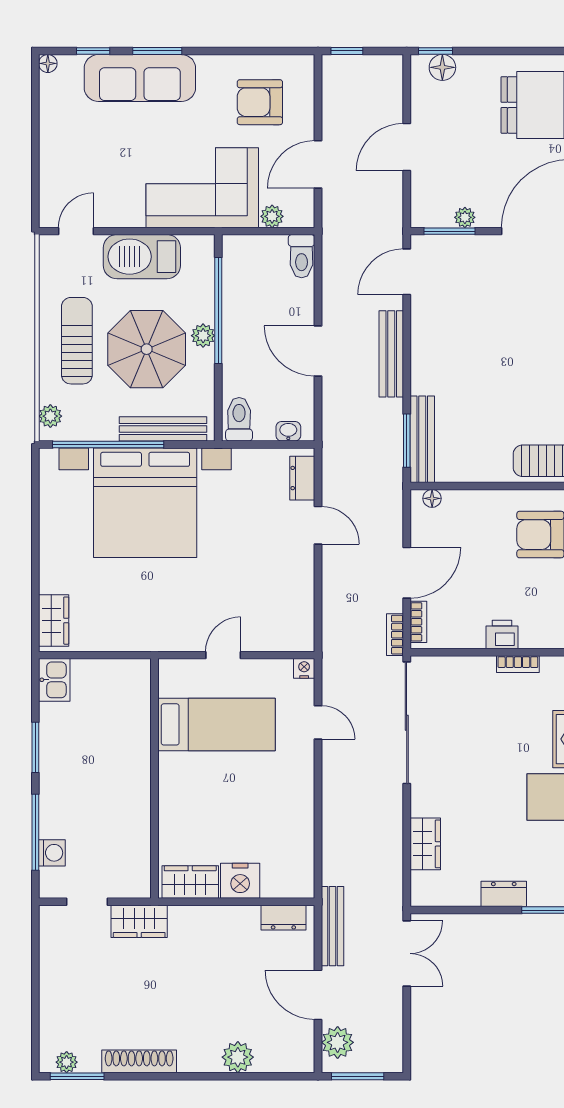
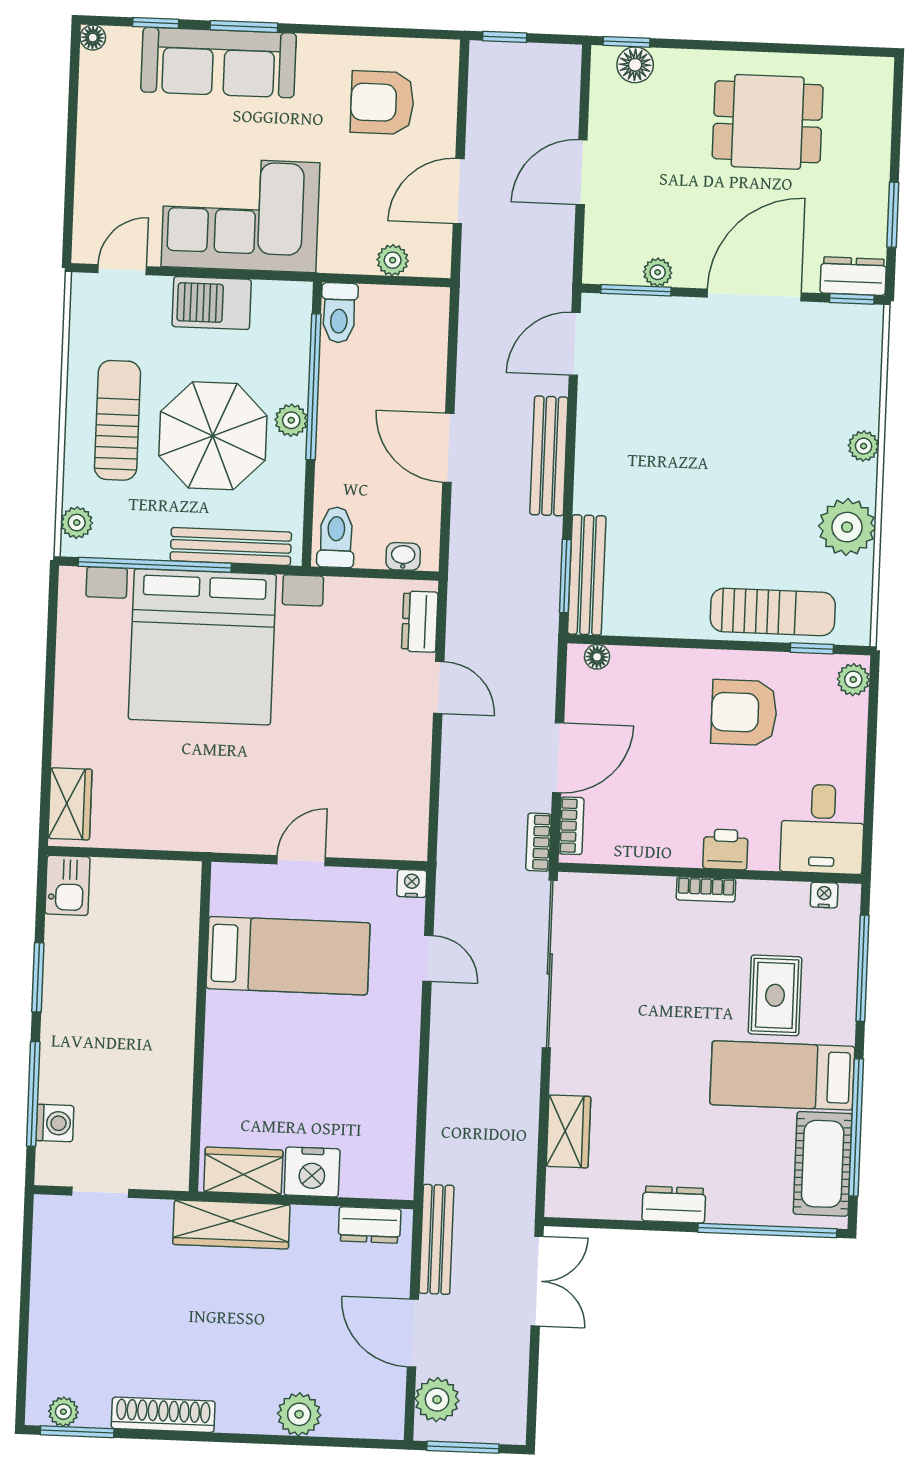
corner sofa: (202, 188) -> (241, 215), moved
toilet: (302, 256) -> (339, 313), moved
barbecue: (142, 257) -> (212, 303), width x0.73, depth x0.83
printer: (502, 635) -> (725, 849), moved
wardrobe: (139, 921) -> (231, 1224), moved, width x1.50

